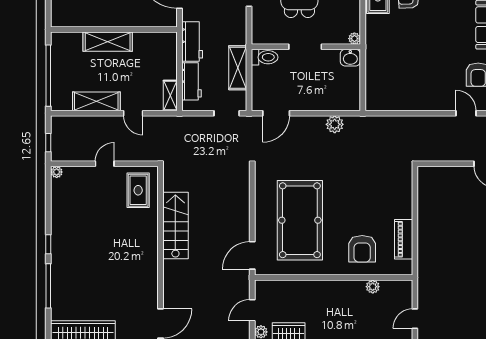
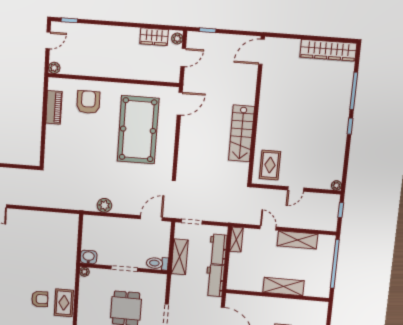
plant: (373, 287) -> (54, 68), moved

